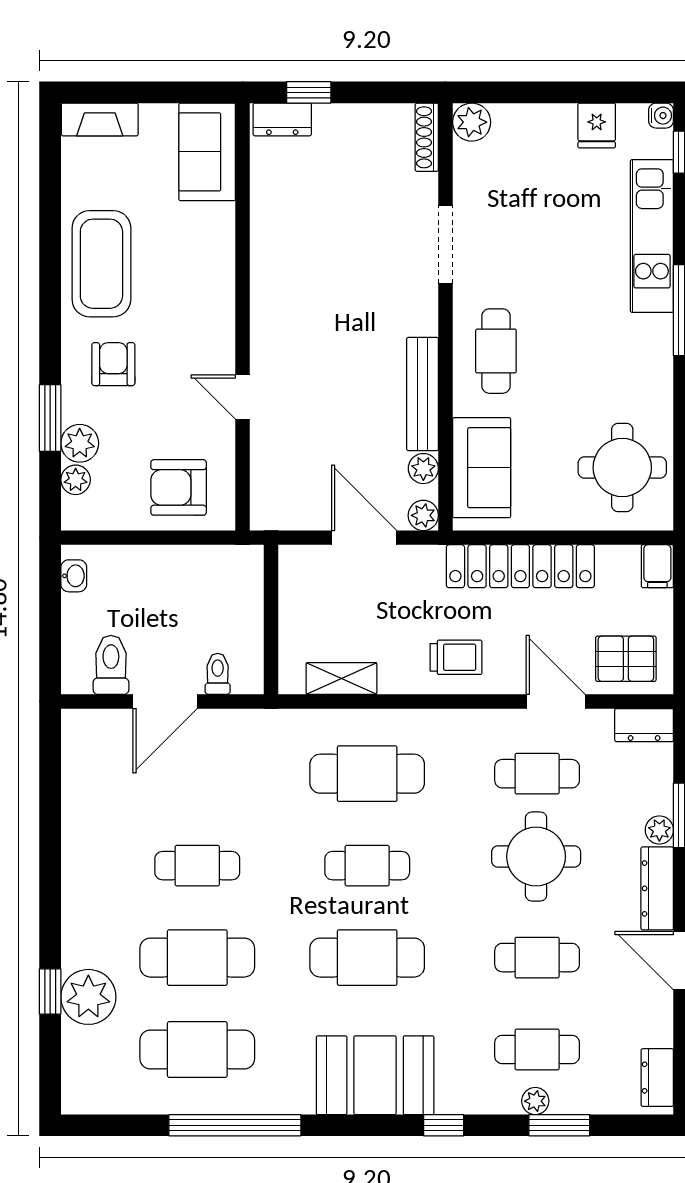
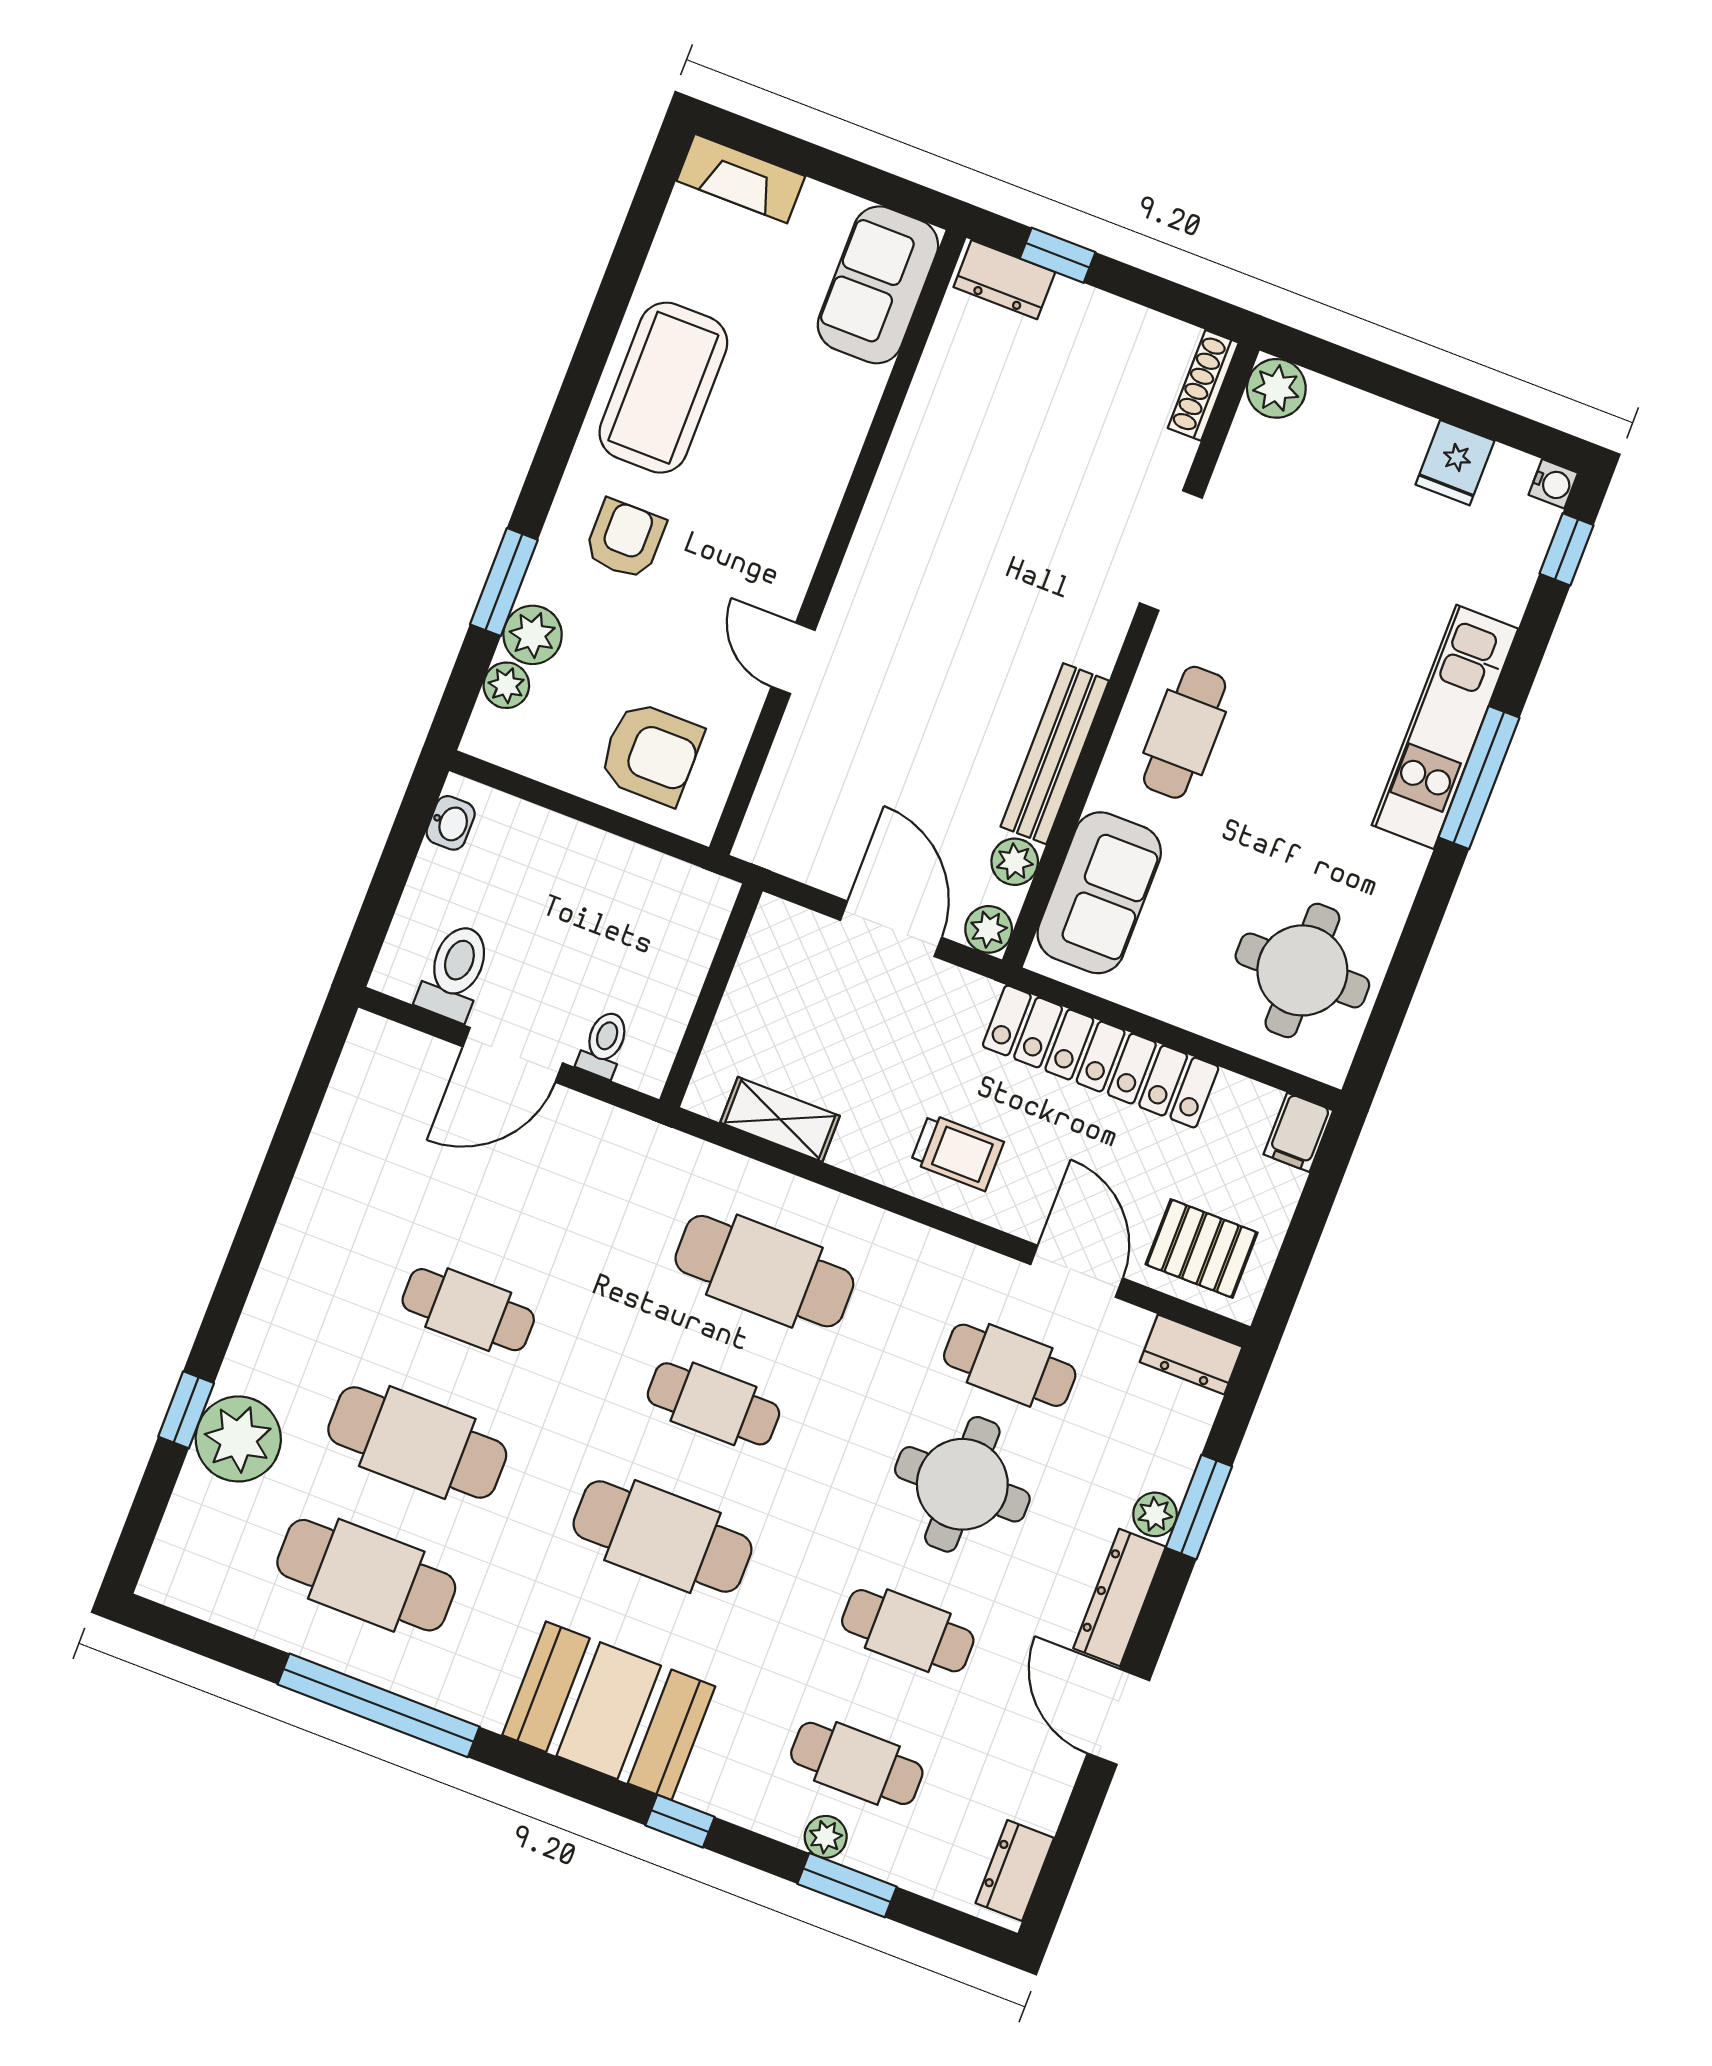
kitchen unit: (652, 236) -> (1445, 727), moved
armchair: (179, 487) -> (651, 753), turned 180

